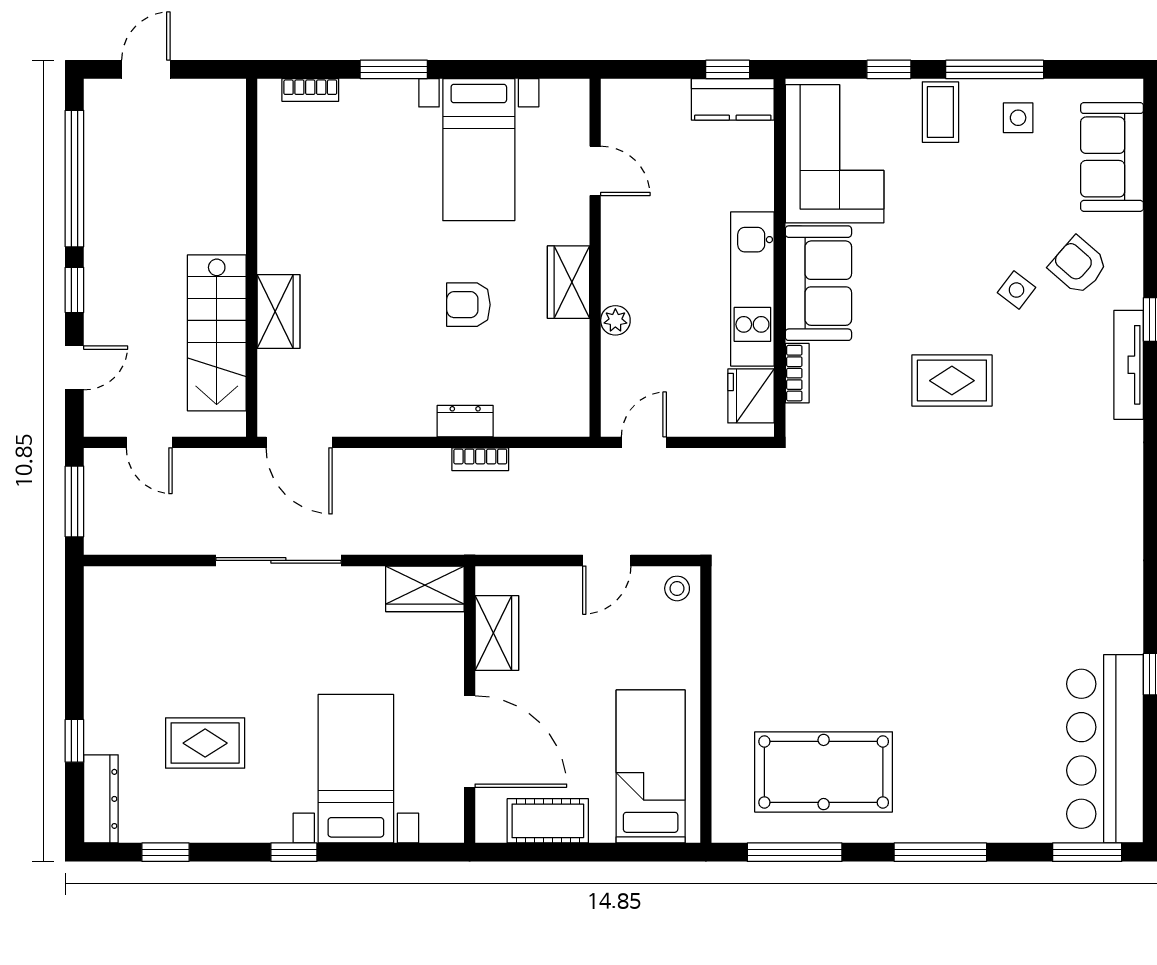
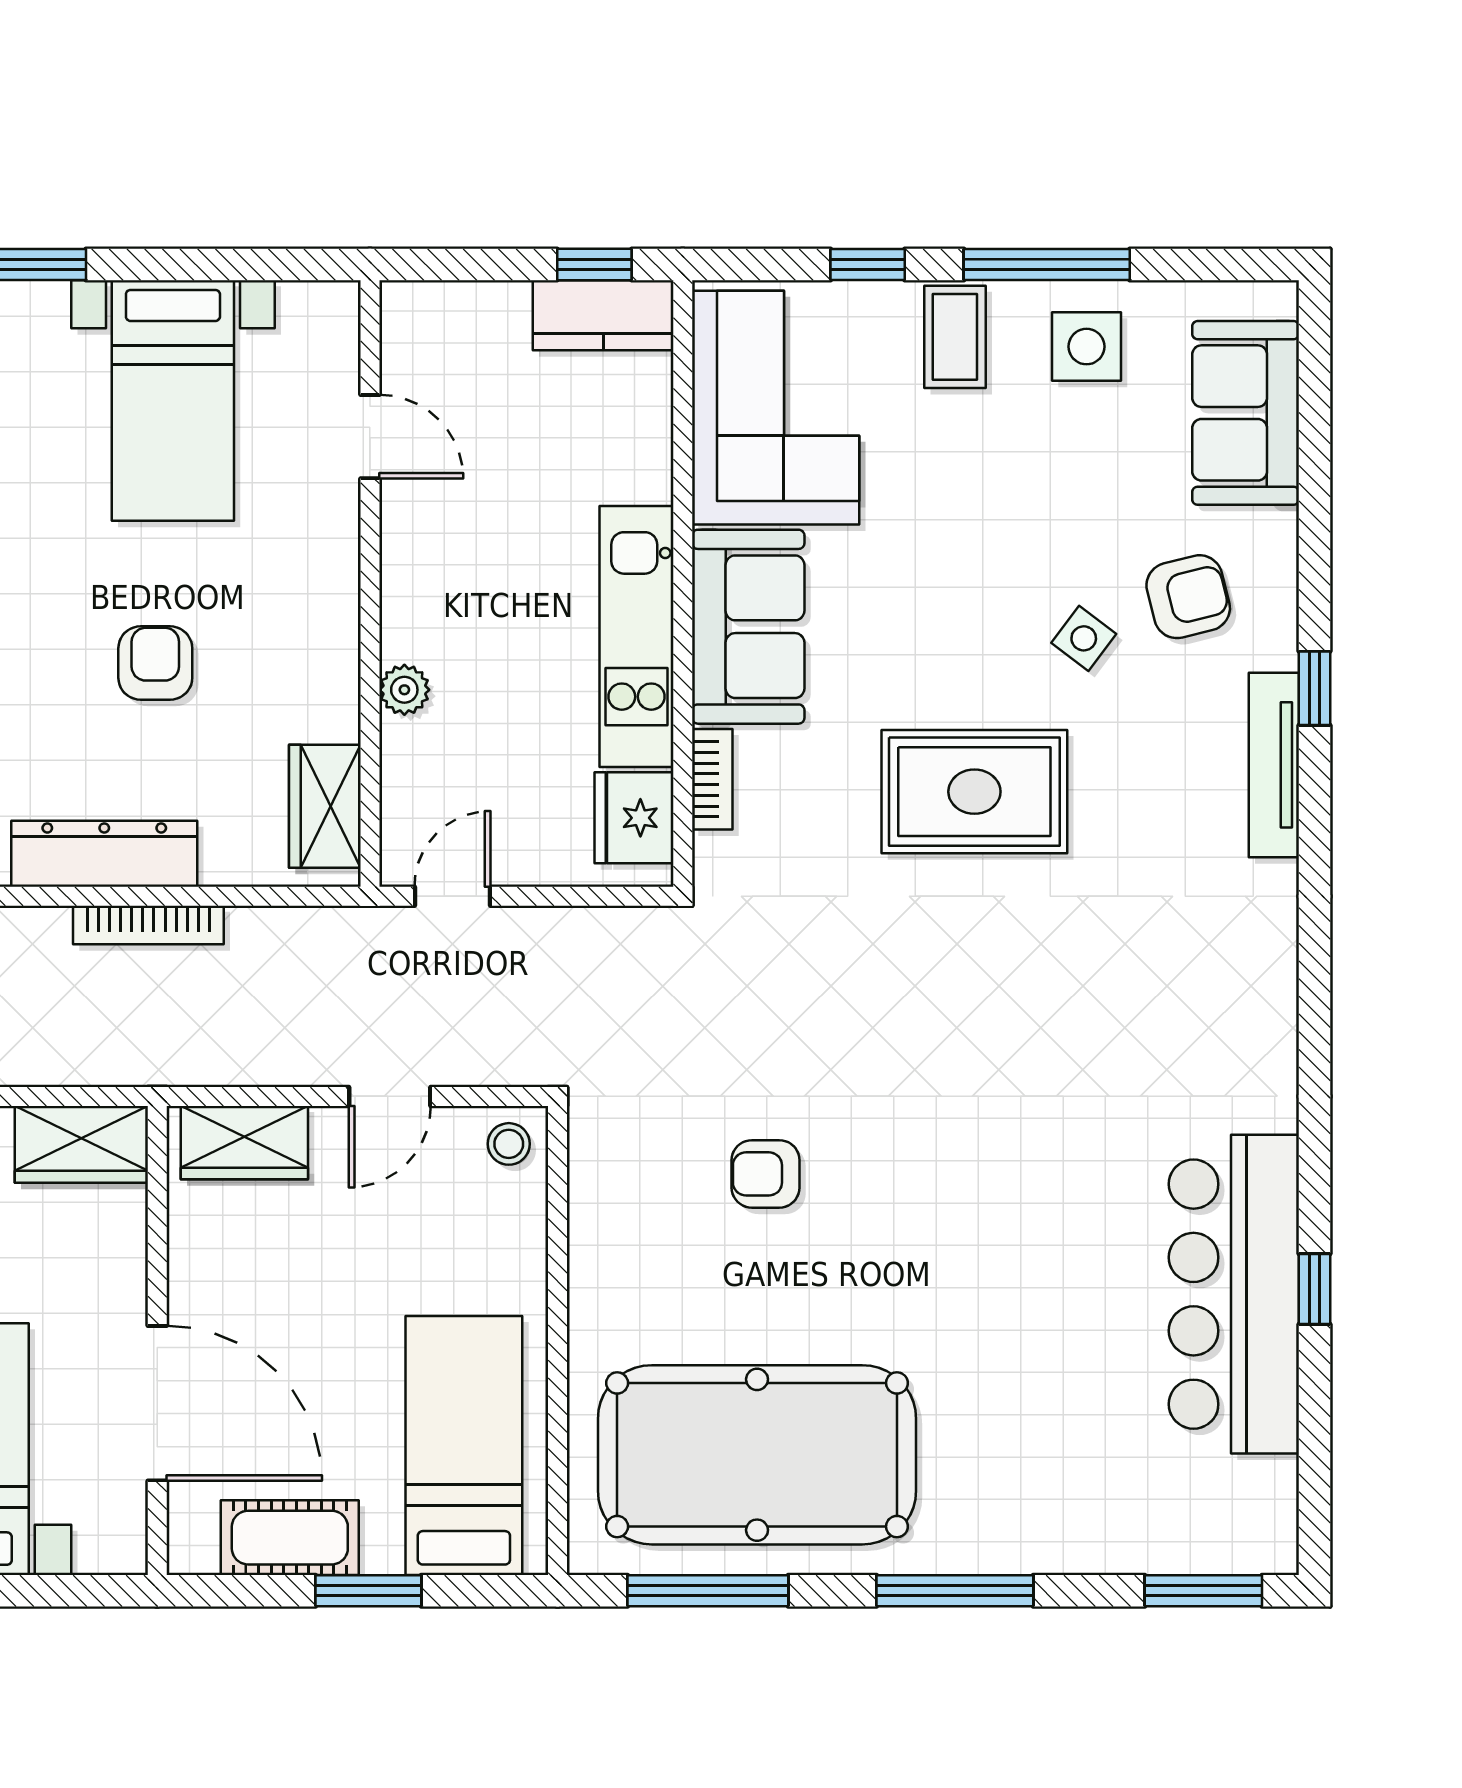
side table: (1018, 118) -> (1086, 347), width x1.37, depth x1.37
armchair: (1078, 265) -> (1188, 597), turned 125
wardrobe: (568, 282) -> (325, 806), moved
armchair: (468, 305) -> (155, 663), turned 90
rug: (952, 381) -> (974, 792), width x1.36, depth x1.43
dresser: (465, 421) -> (104, 854), width x1.96, depth x1.24
bookcase: (480, 459) -> (148, 925), width x1.56
armchair: (829, 606) -> (766, 1174), added
wardrobe: (497, 633) -> (244, 1143), moved, turned 90
bar counter: (1105, 749) -> (1234, 1294), moved
pool table: (824, 772) -> (757, 1455), width x1.36, depth x1.32
window: (594, 852) -> (368, 1591), added

